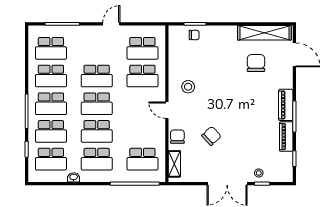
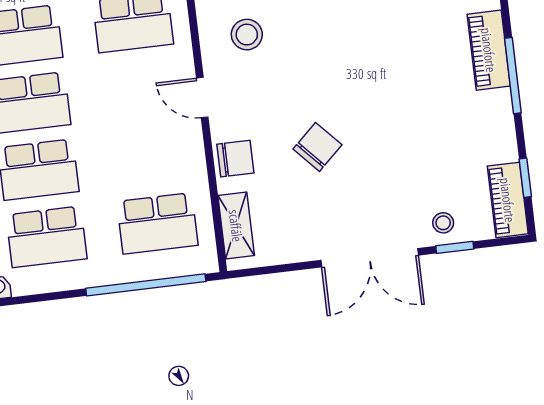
chair: (177, 137) -> (235, 159), turned 90
piano: (286, 137) -> (508, 200), moved

